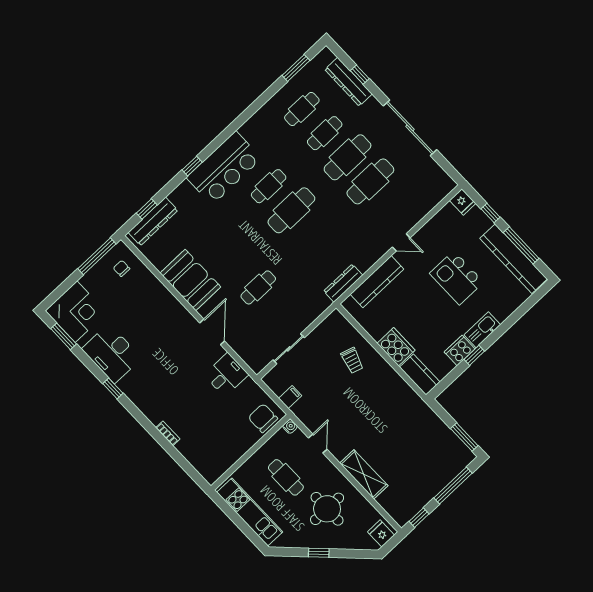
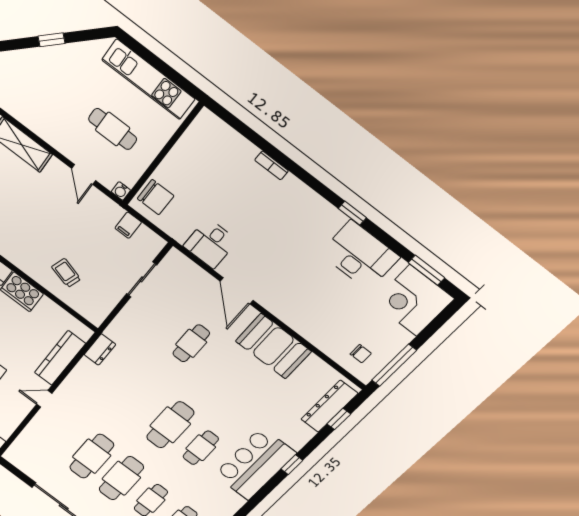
dresser: (343, 283) -> (100, 350), width x0.70
round table: (327, 509) -> (54, 97), removed

